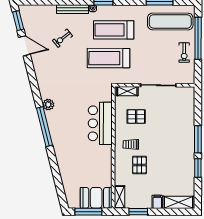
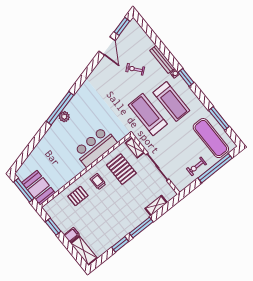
treadmill: (114, 30) -> (171, 102), turned 180
plant: (48, 105) -> (64, 117), moved
pallet: (136, 117) -> (121, 169), width x1.50, depth x1.42
pallet: (139, 165) -> (78, 196), moved
shelving: (120, 197) -> (156, 206), moved

